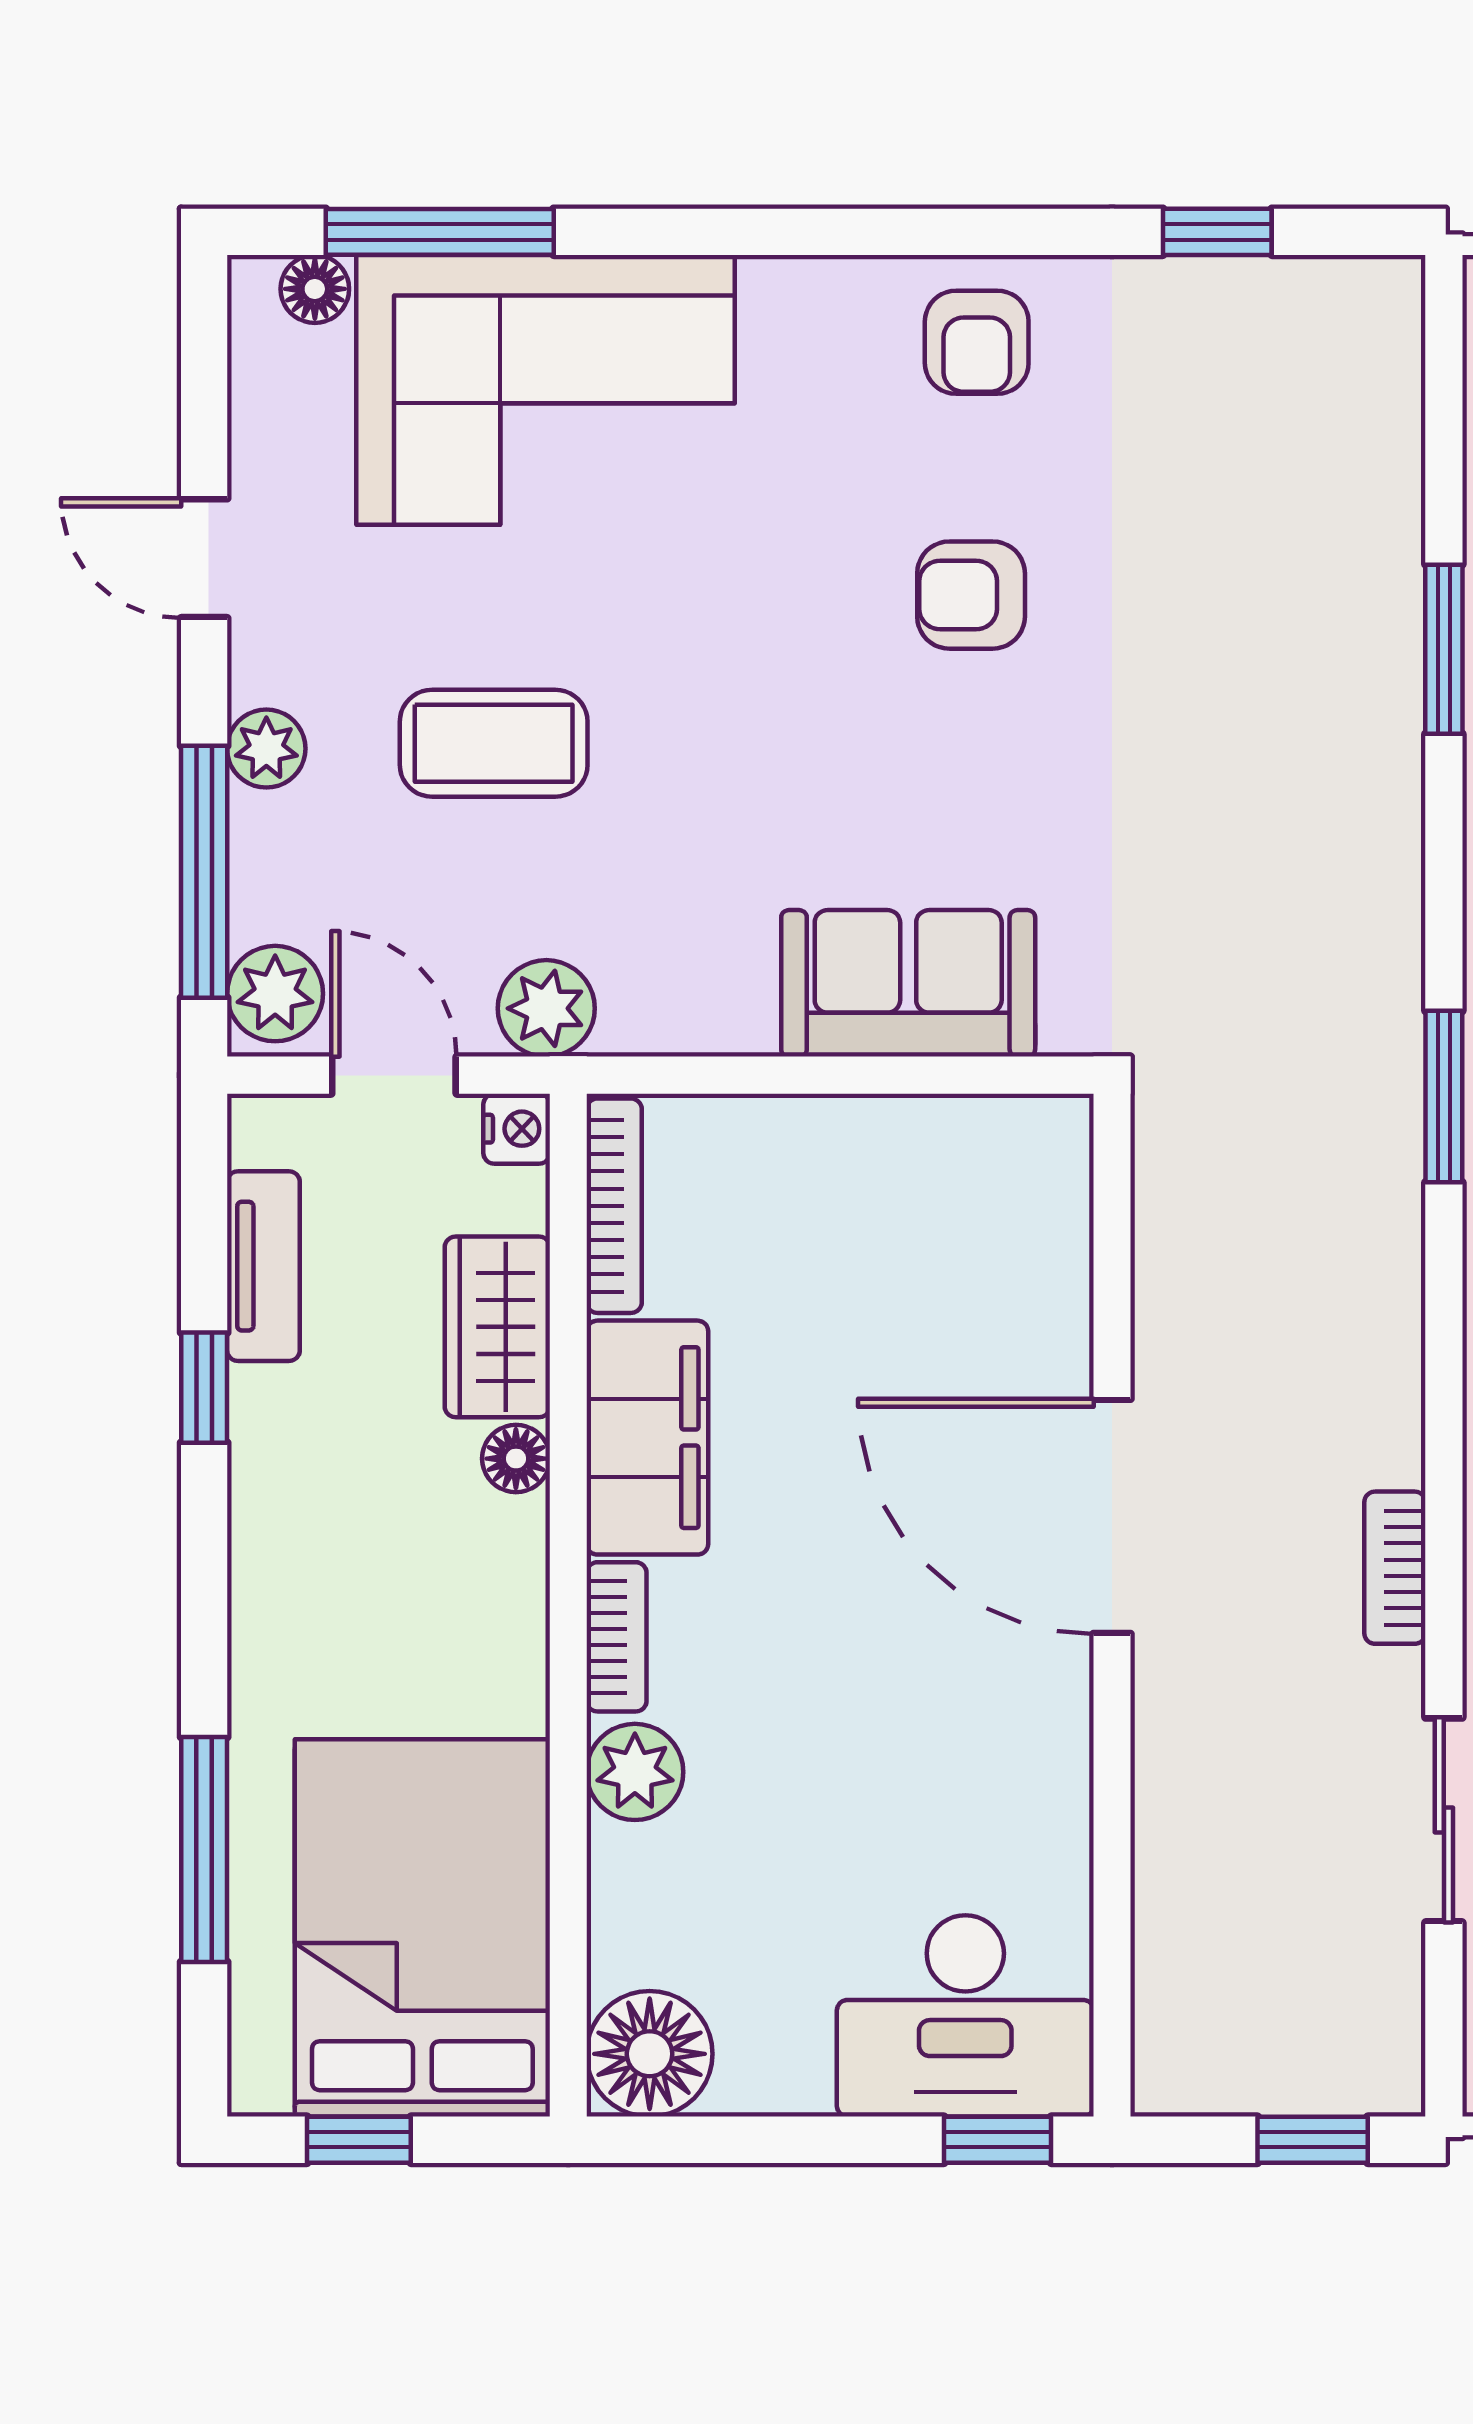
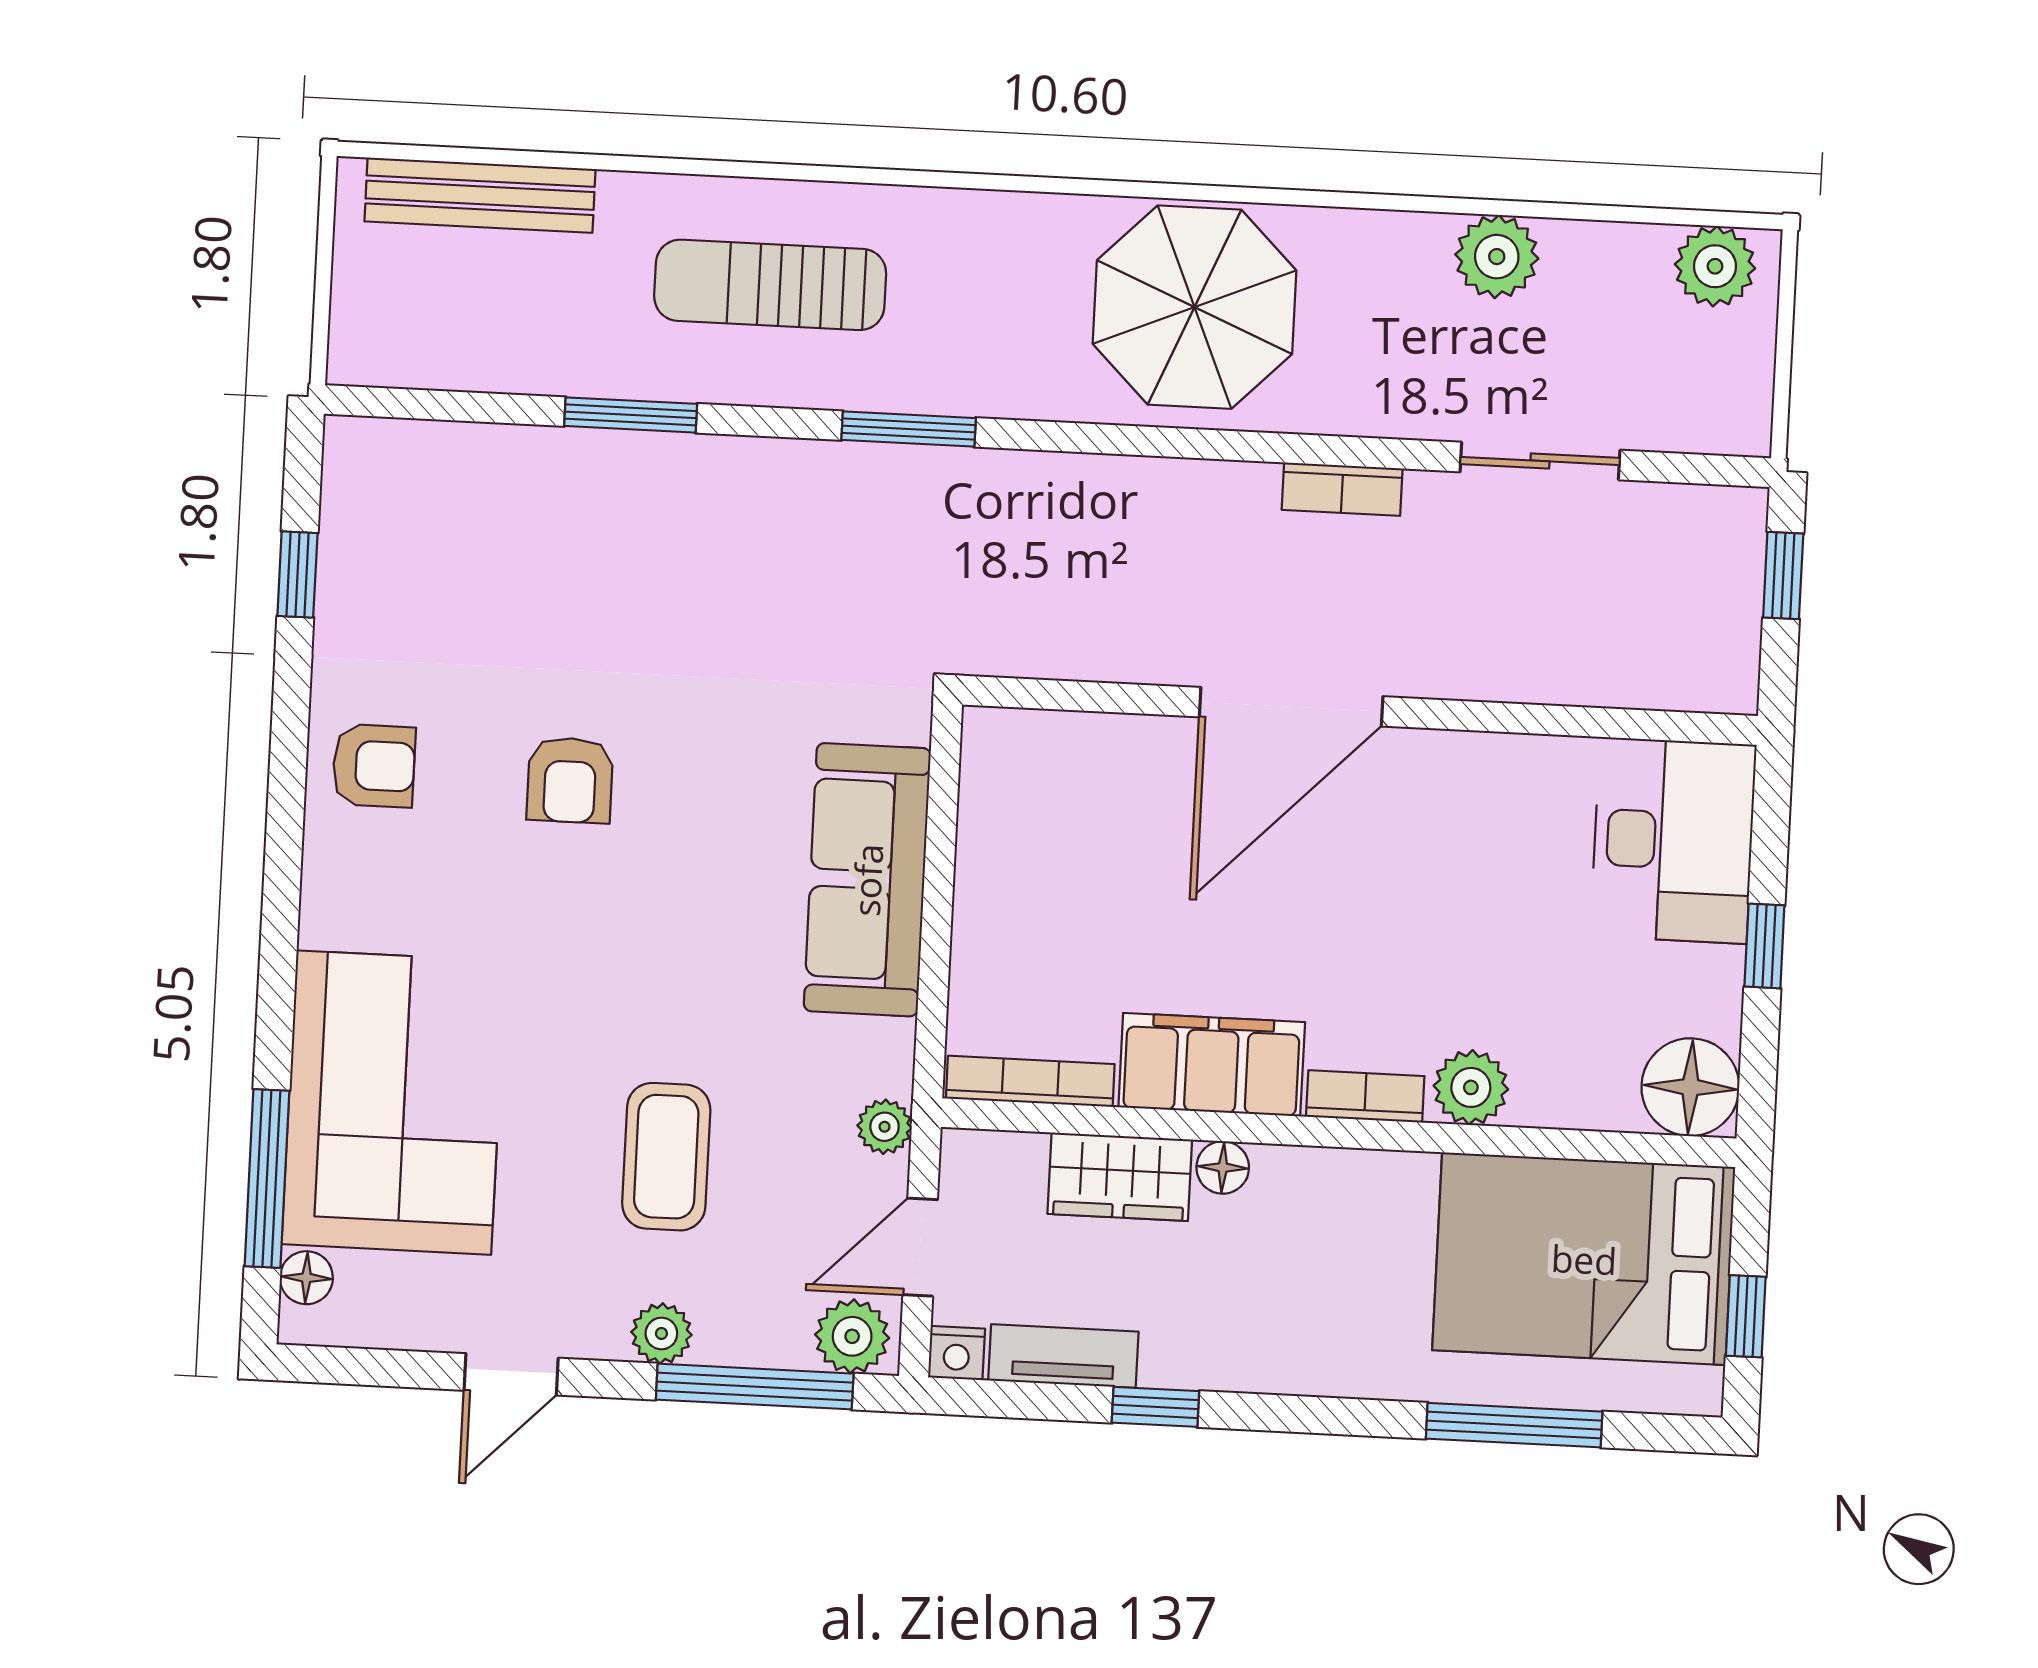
sofa: (908, 983) -> (867, 880), width x1.36
plant: (546, 1008) -> (885, 1127), width x0.73, depth x0.73
window: (1444, 1097) -> (909, 429), moved
nightstand: (517, 1129) -> (956, 1353), moved, turned 180
window: (998, 2140) -> (1764, 946), moved

